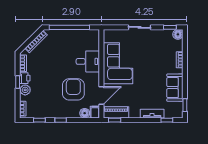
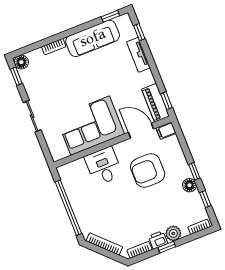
sofa: (175, 88) -> (93, 38), width x1.36
floor lamp: (85, 113) -> (189, 185), moved

